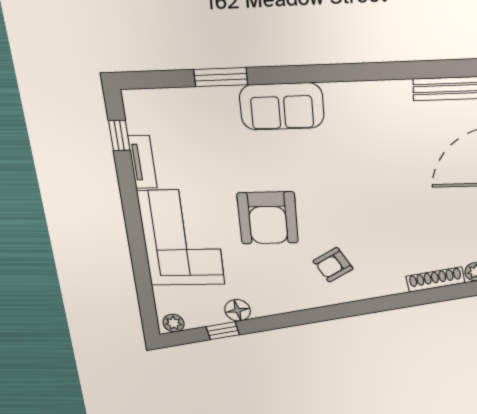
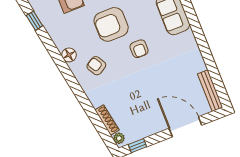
armchair: (328, 187) -> (139, 49), added
floor lamp: (238, 310) -> (69, 55), moved

